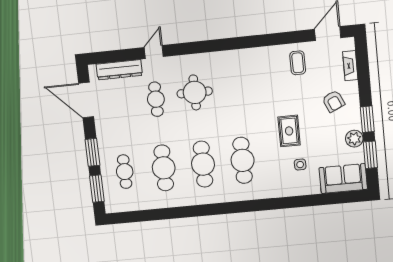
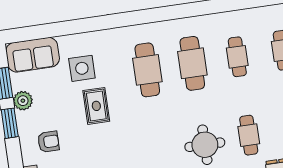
armchair: (333, 101) -> (48, 142), turned 114
side table: (300, 165) -> (82, 68), width x1.87, depth x1.87
cafe table: (164, 168) -> (237, 57), width x0.73, depth x0.74

